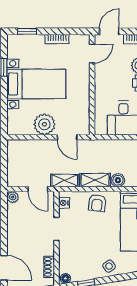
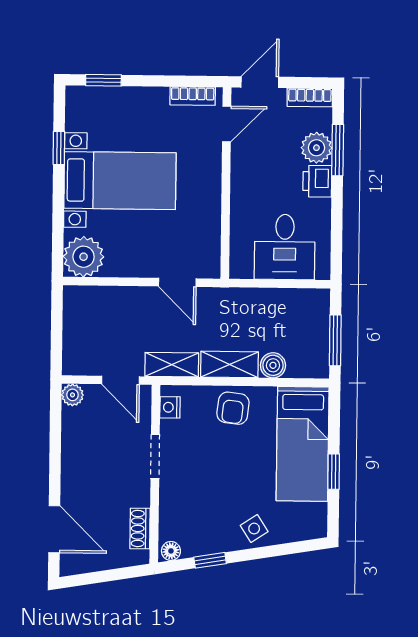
bookcase: (57, 39) -> (193, 96), moved
plant: (44, 124) -> (84, 257), moved

